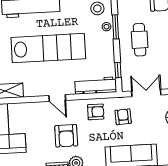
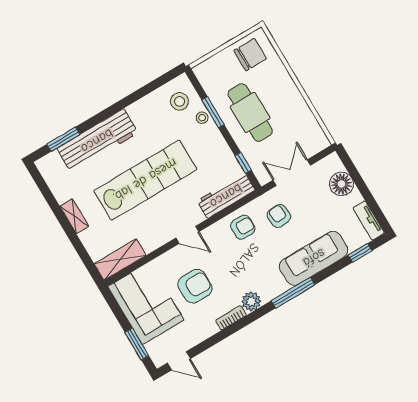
cafe table: (140, 40) -> (250, 113), width x1.37, depth x1.35
armchair: (66, 136) -> (195, 286), moved, turned -90

